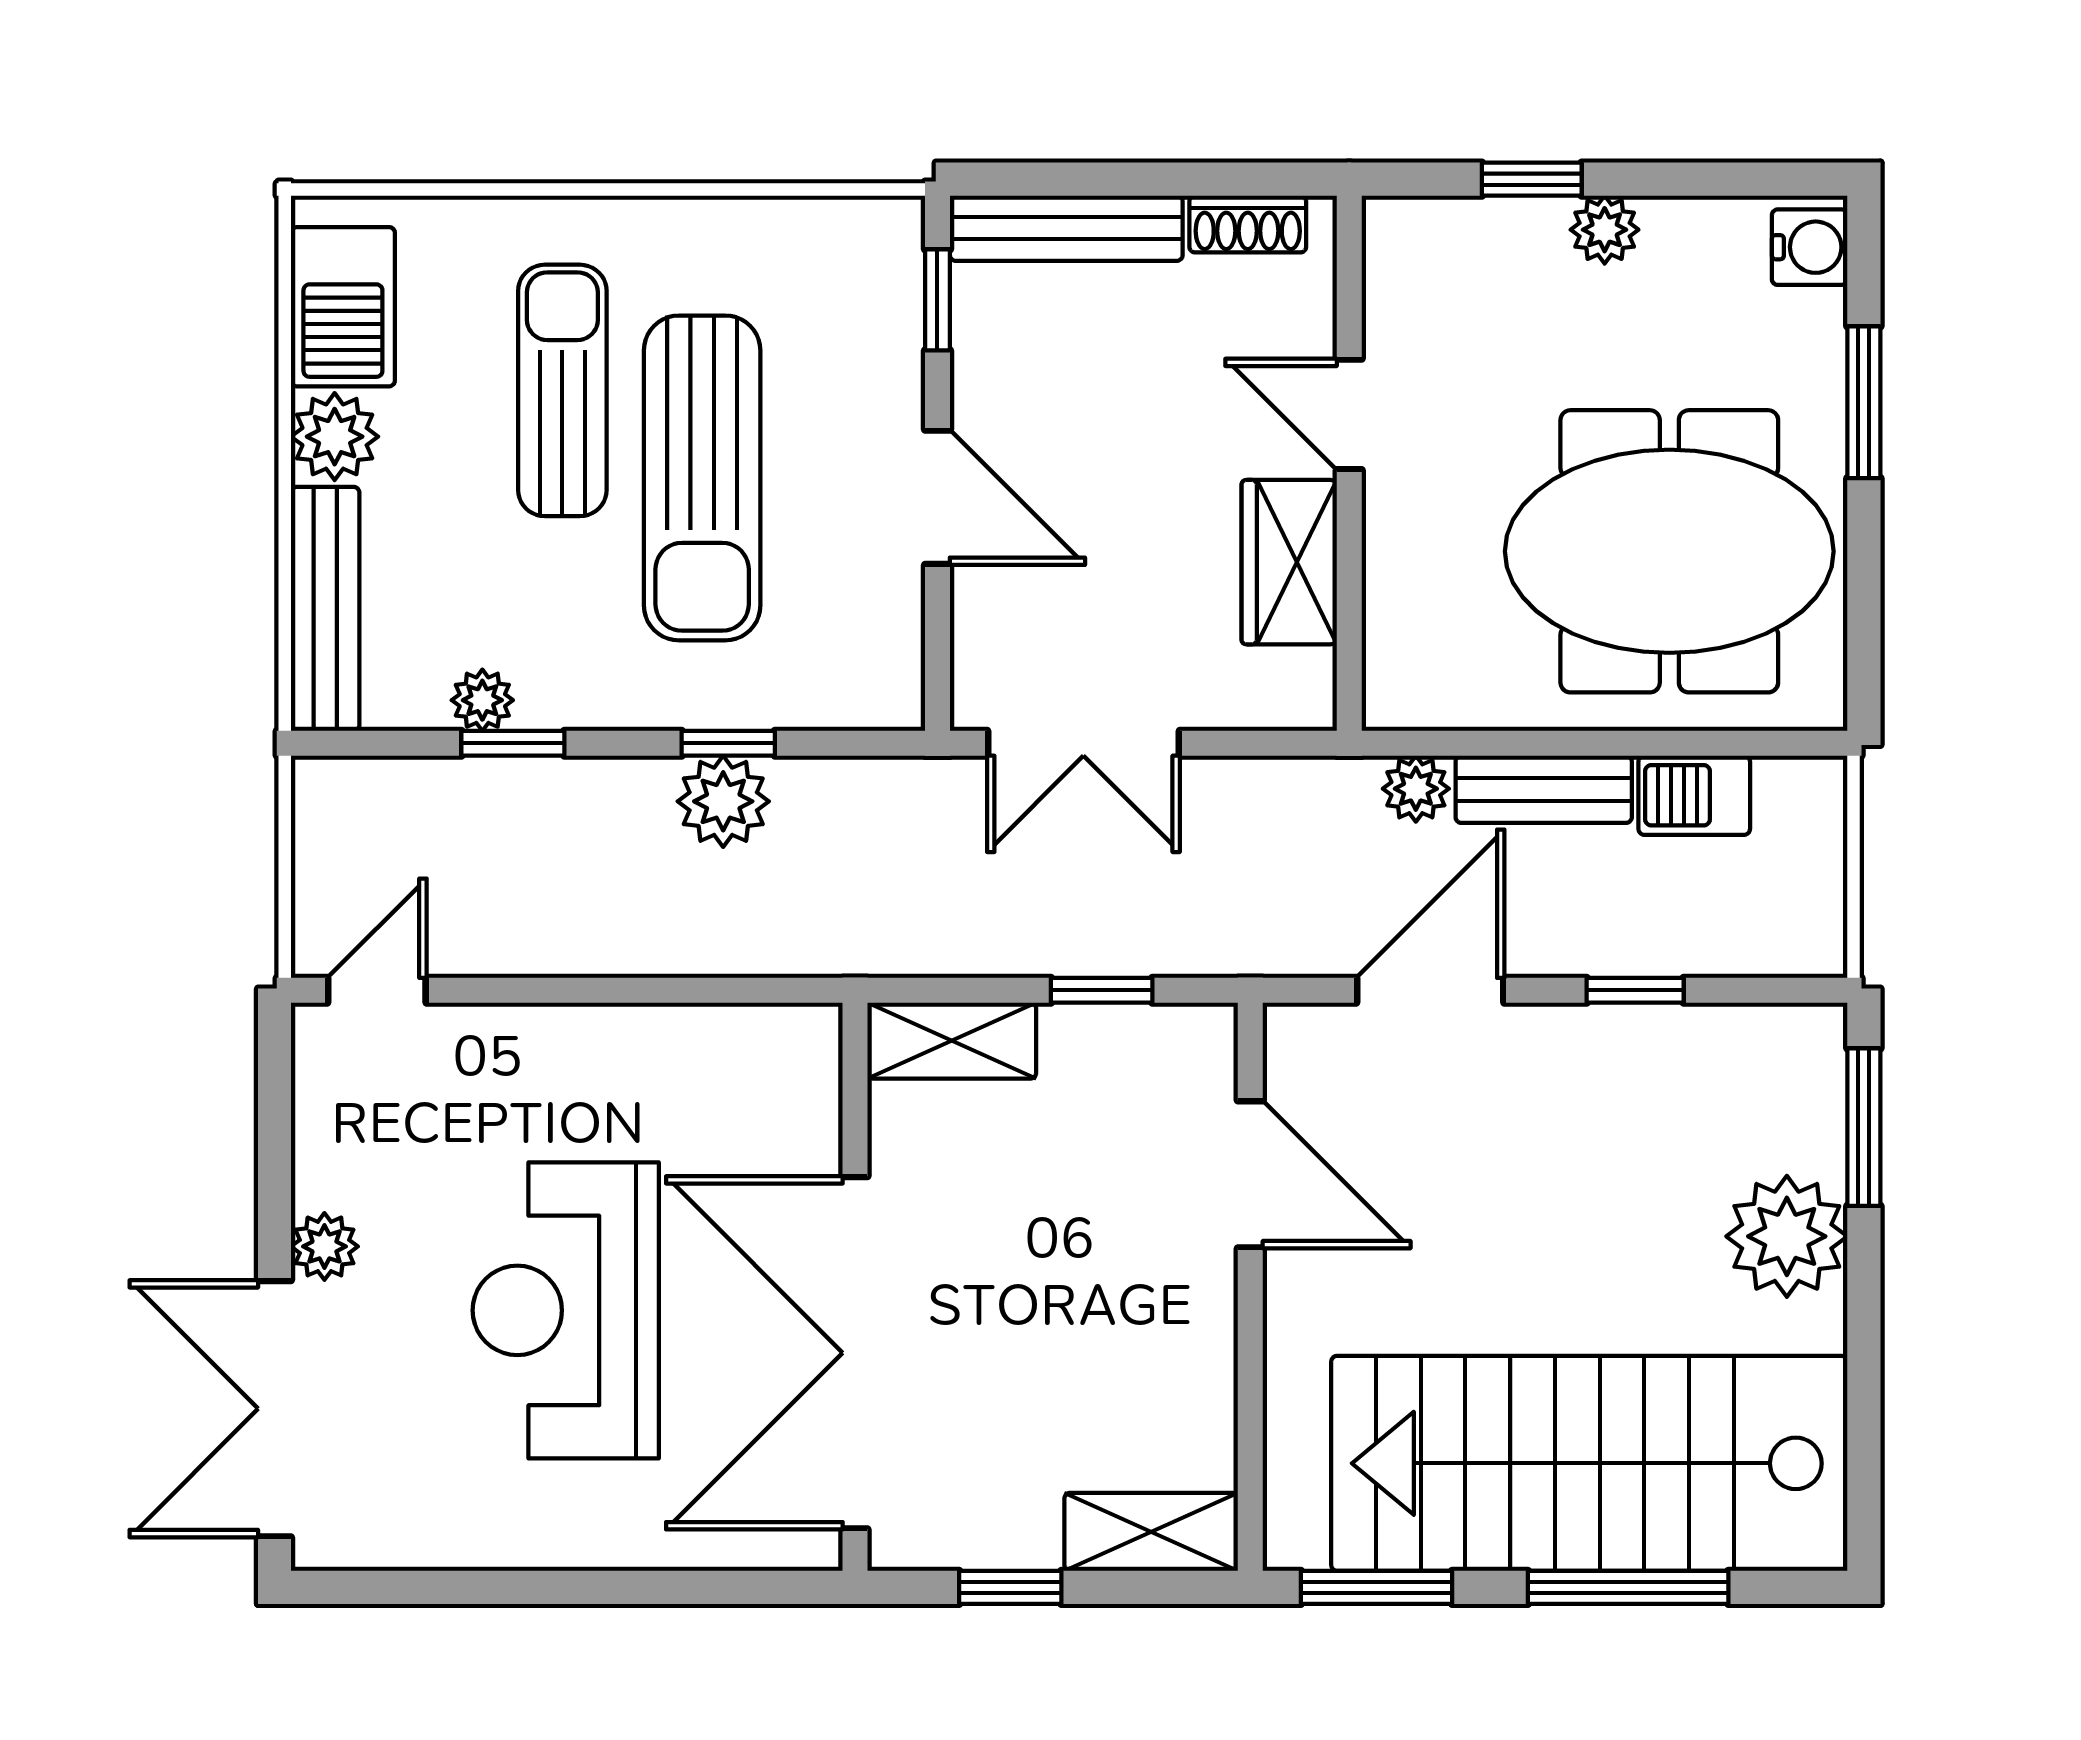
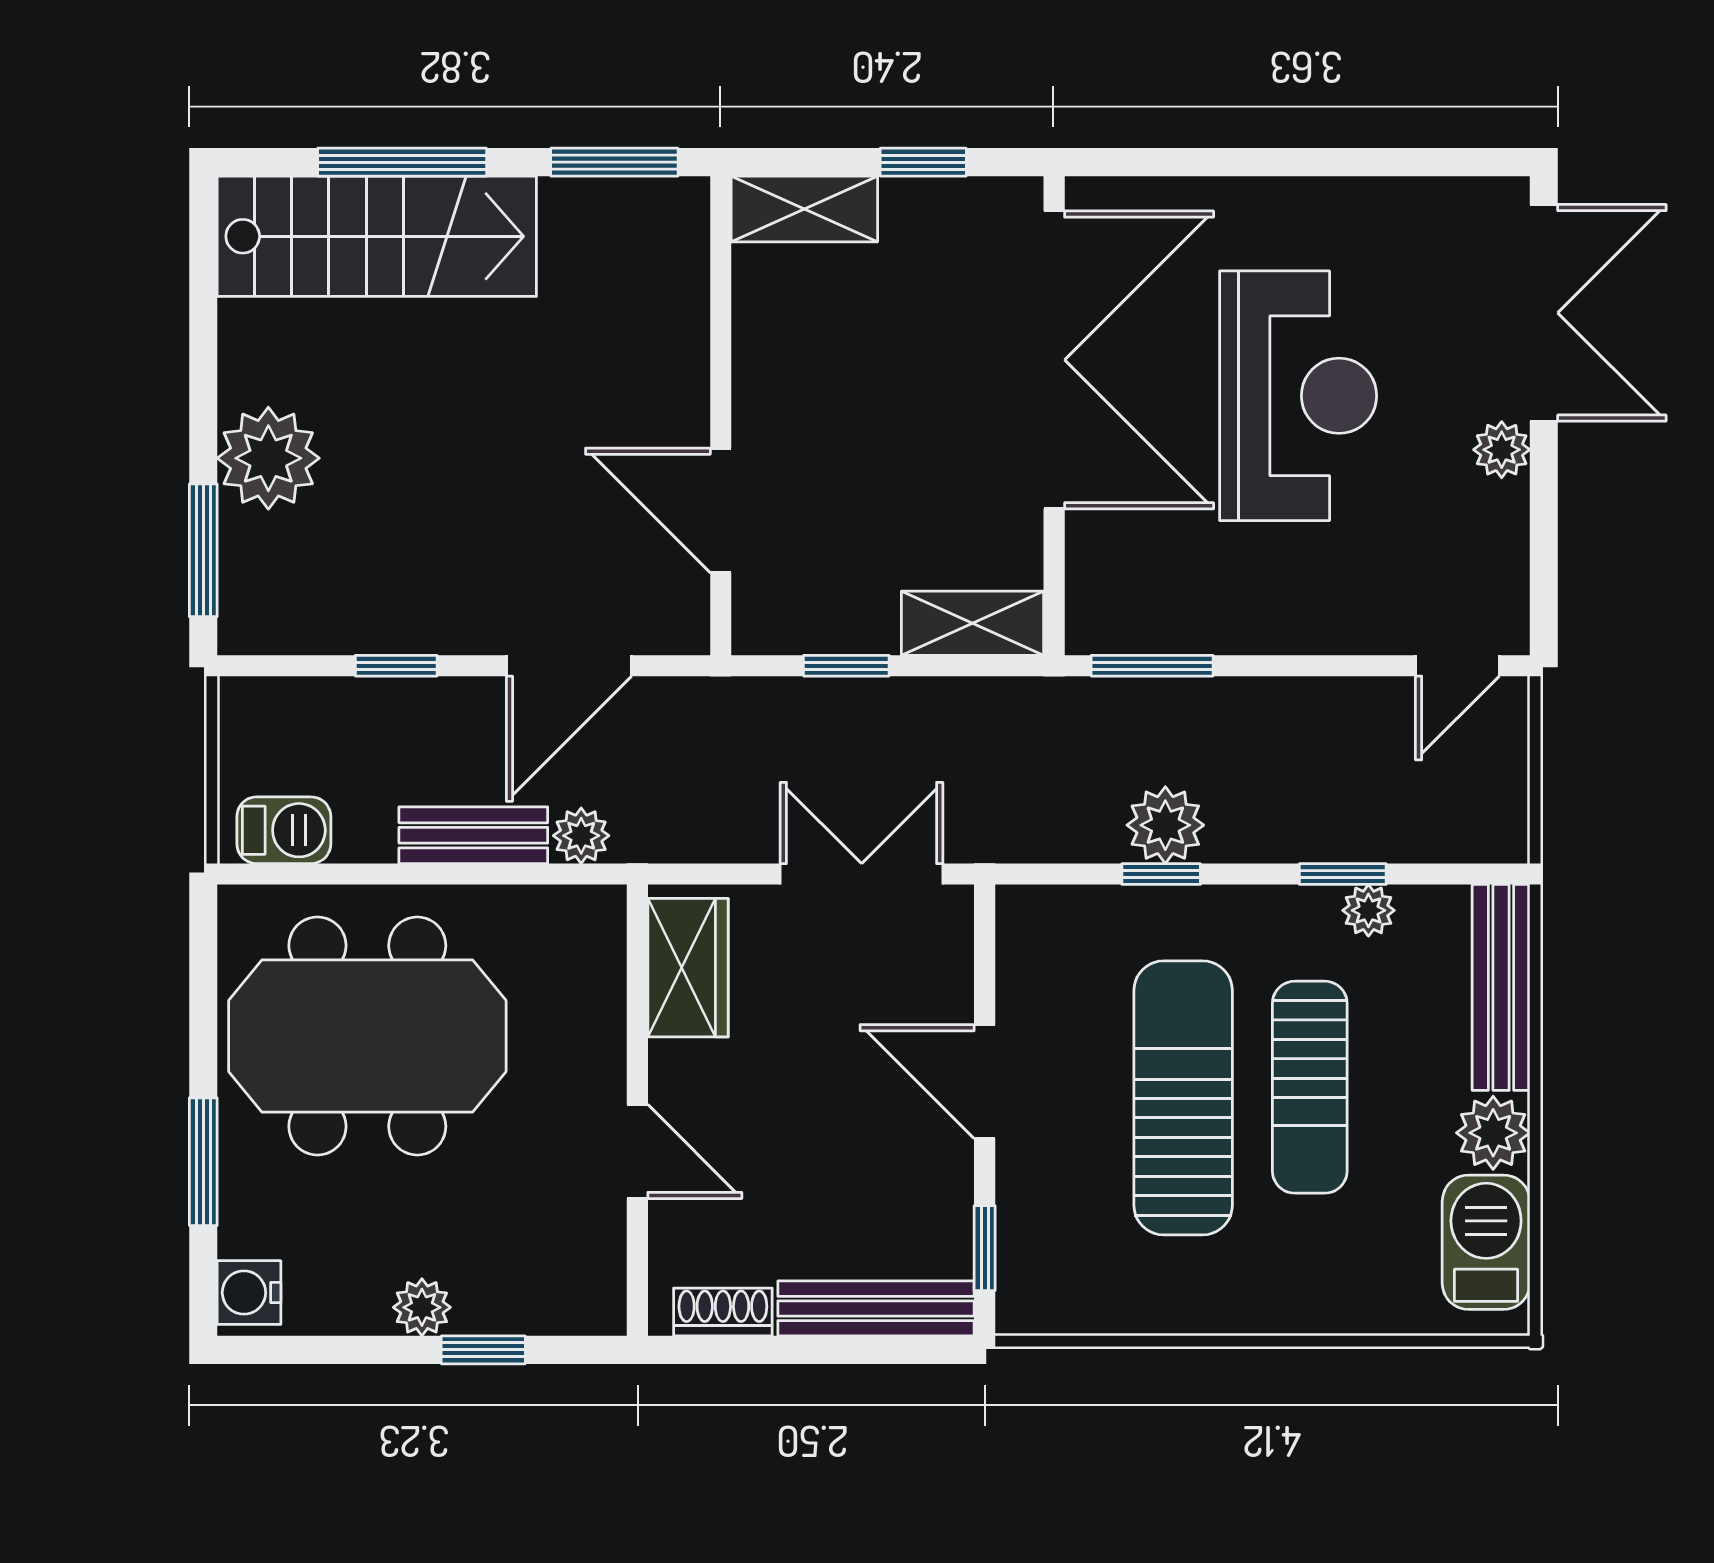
sun lounger: (562, 390) -> (1310, 1087), moved
wardrobe: (1289, 562) -> (688, 968), moved
barbecue: (1694, 795) -> (284, 830), moved
window: (739, 990) -> (1152, 666), added
stairs: (1589, 1463) -> (377, 236), width x0.73, depth x0.66

